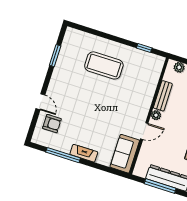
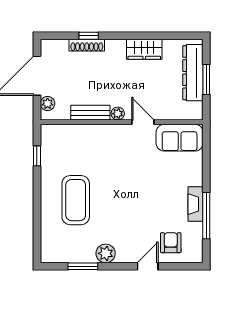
plant: (59, 75) -> (106, 253), added
fireplace: (84, 153) -> (196, 204), moved
window: (160, 186) -> (206, 79), width x0.69

